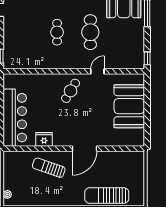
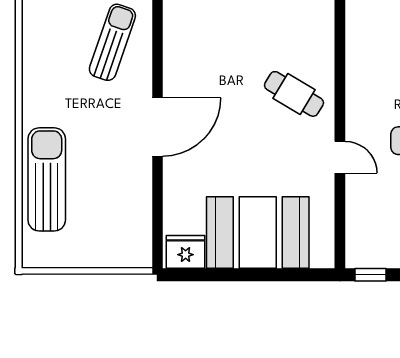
fridge: (44, 139) -> (186, 252), moved, turned -90
door: (85, 149) -> (158, 127), swing flipped

